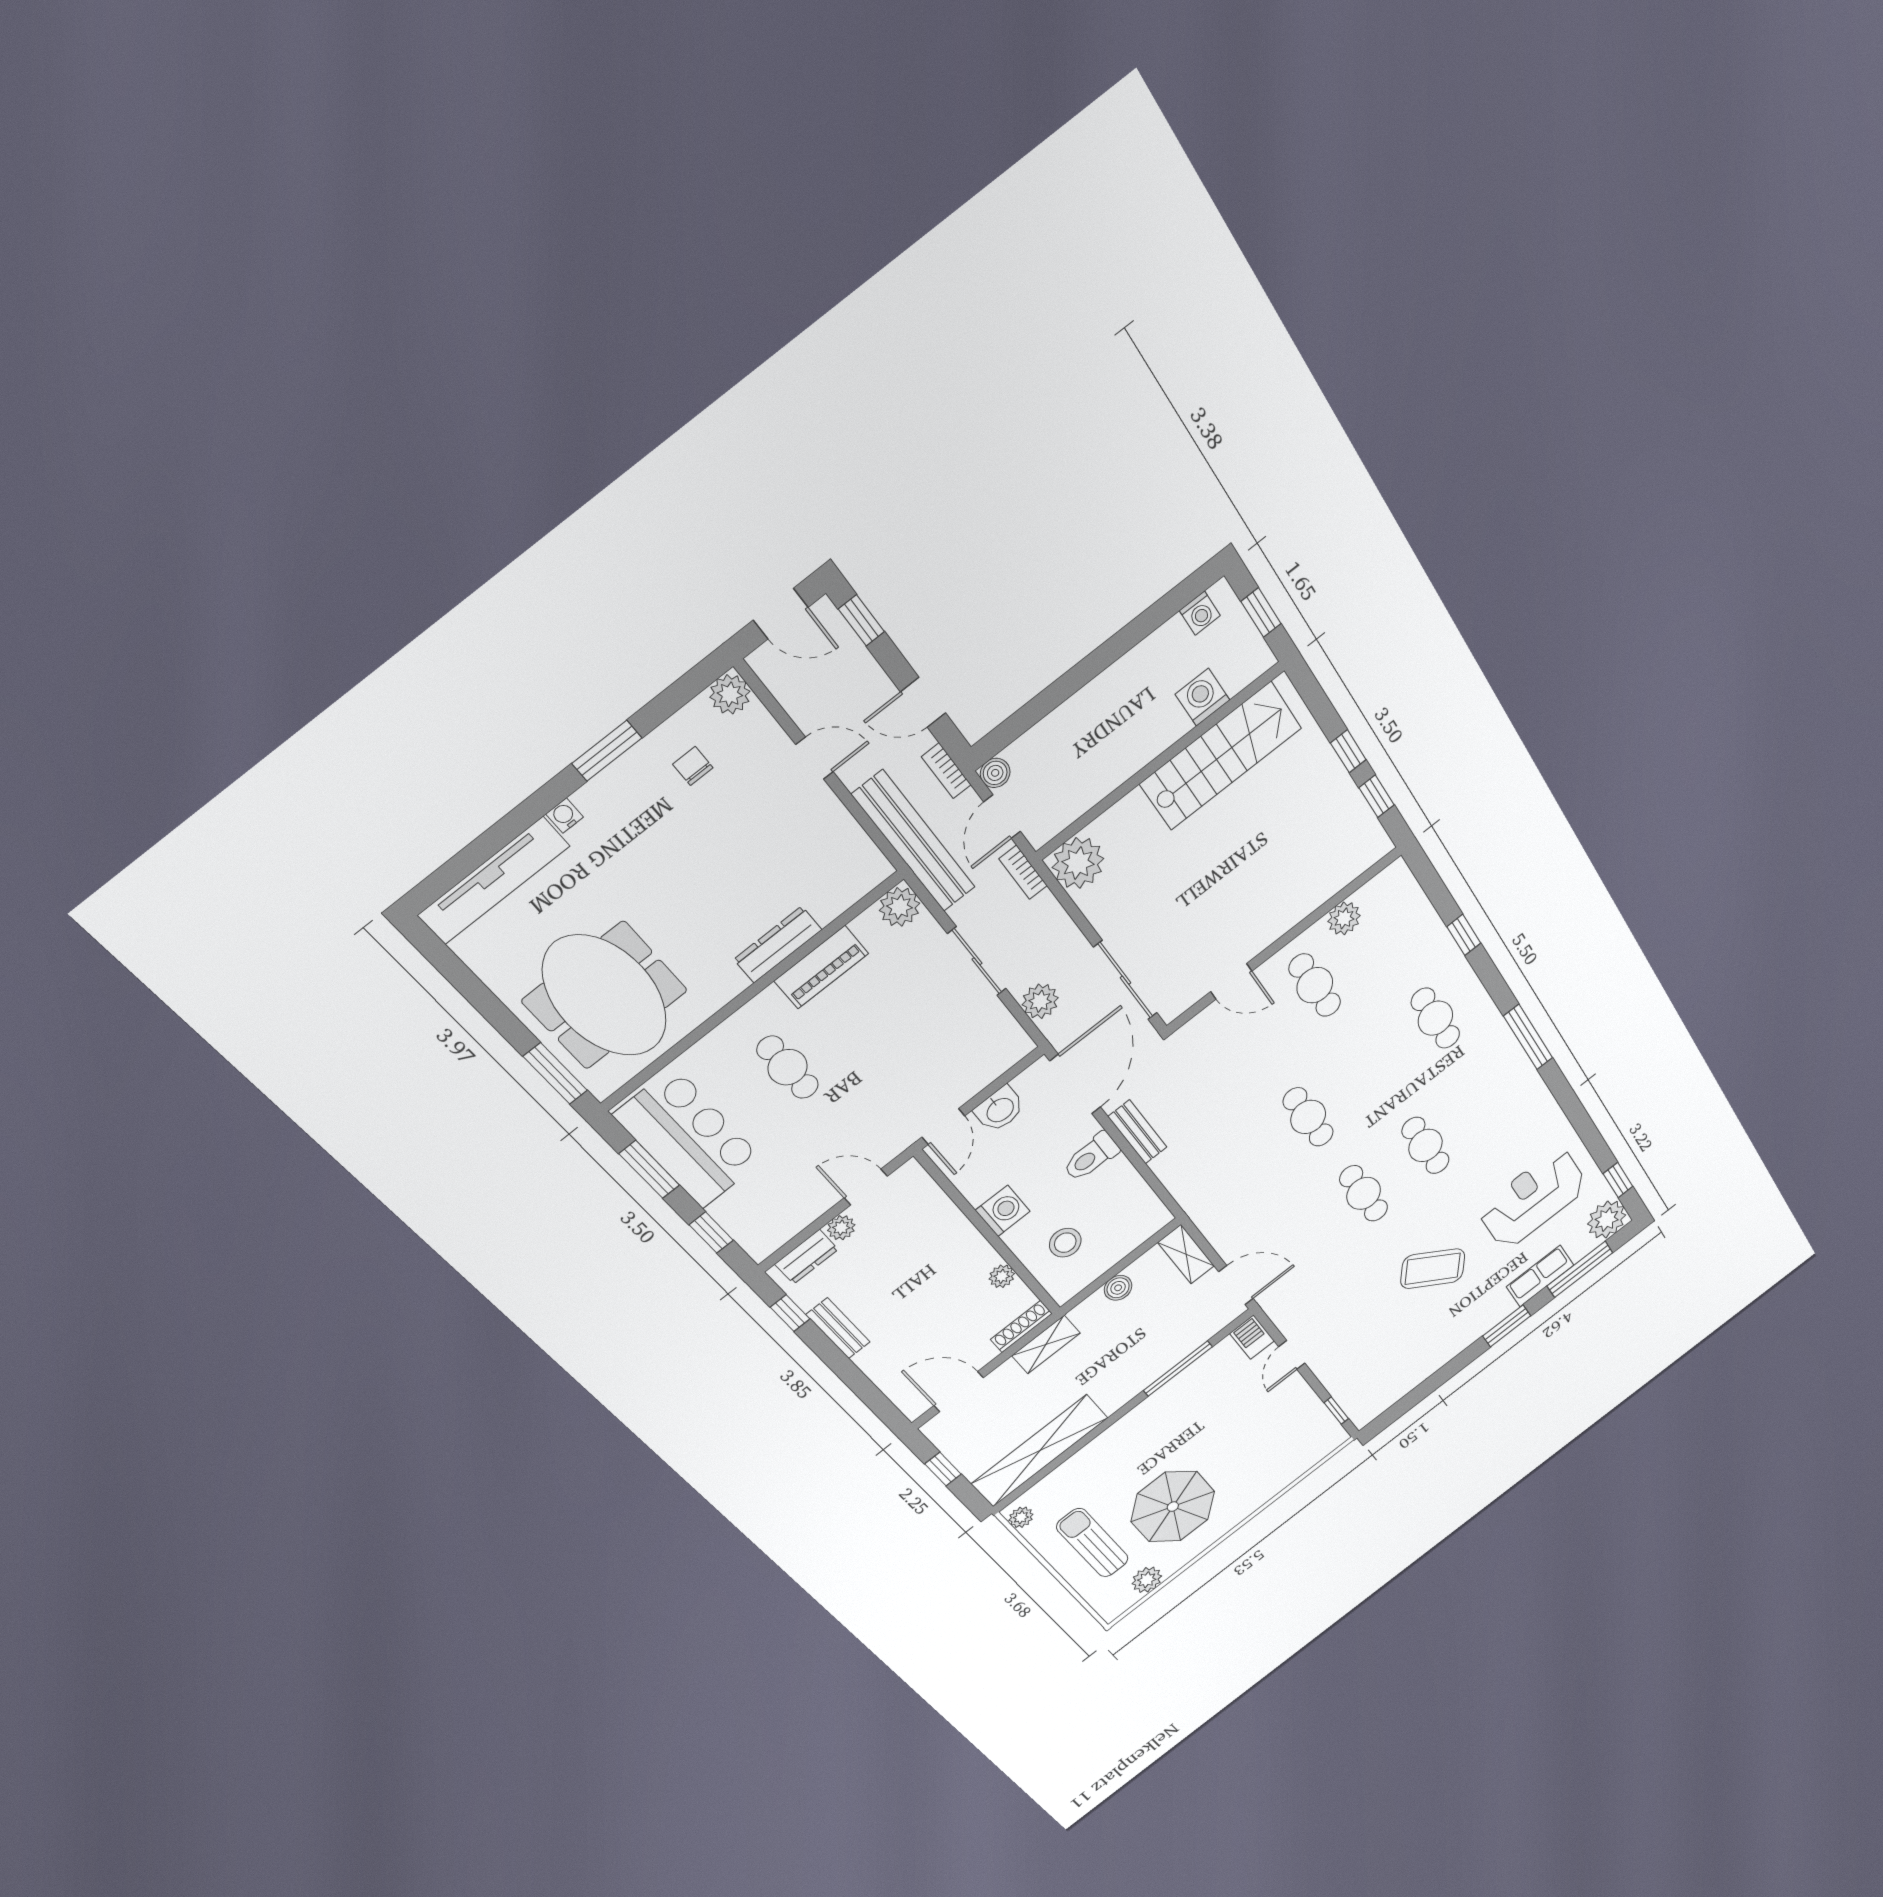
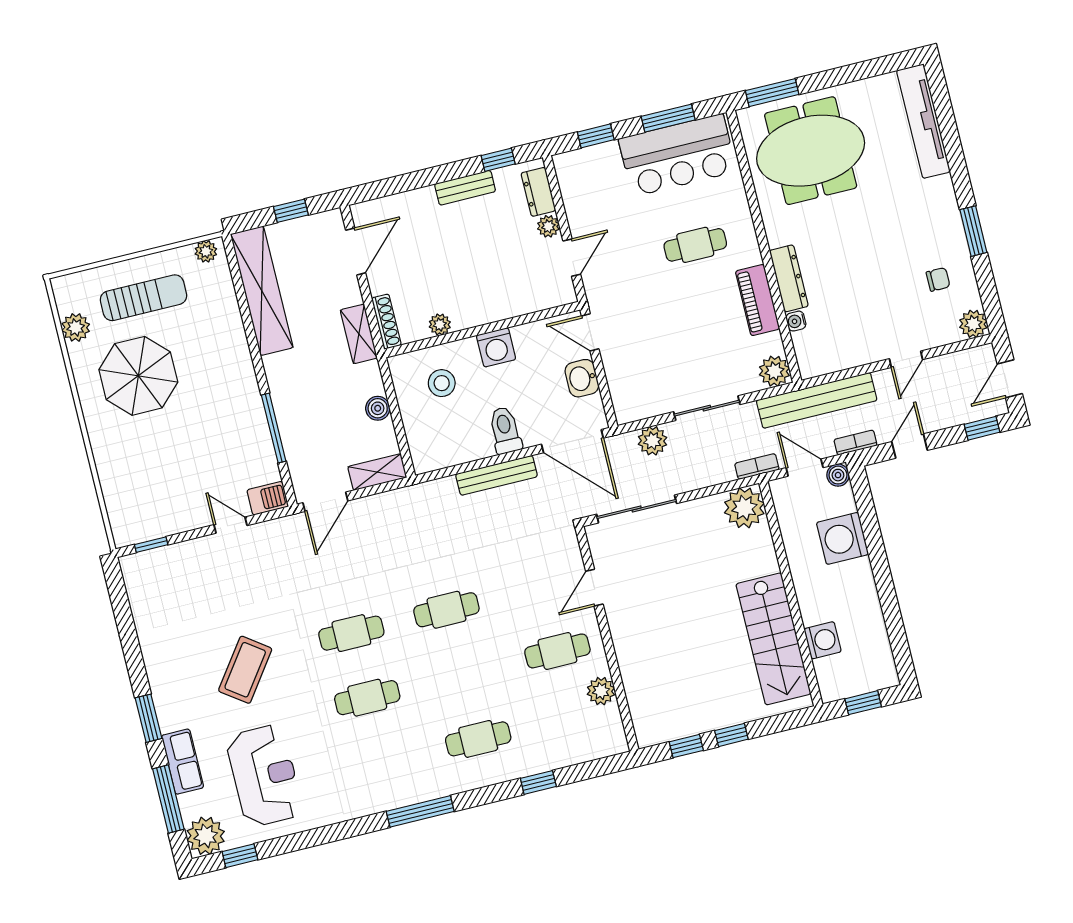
washing machine: (1200, 613) -> (843, 538), moved, width x1.89, depth x1.89
water cooler: (565, 816) -> (796, 321), moved, turned 180
bench: (1137, 1132) -> (496, 475), width x1.36

